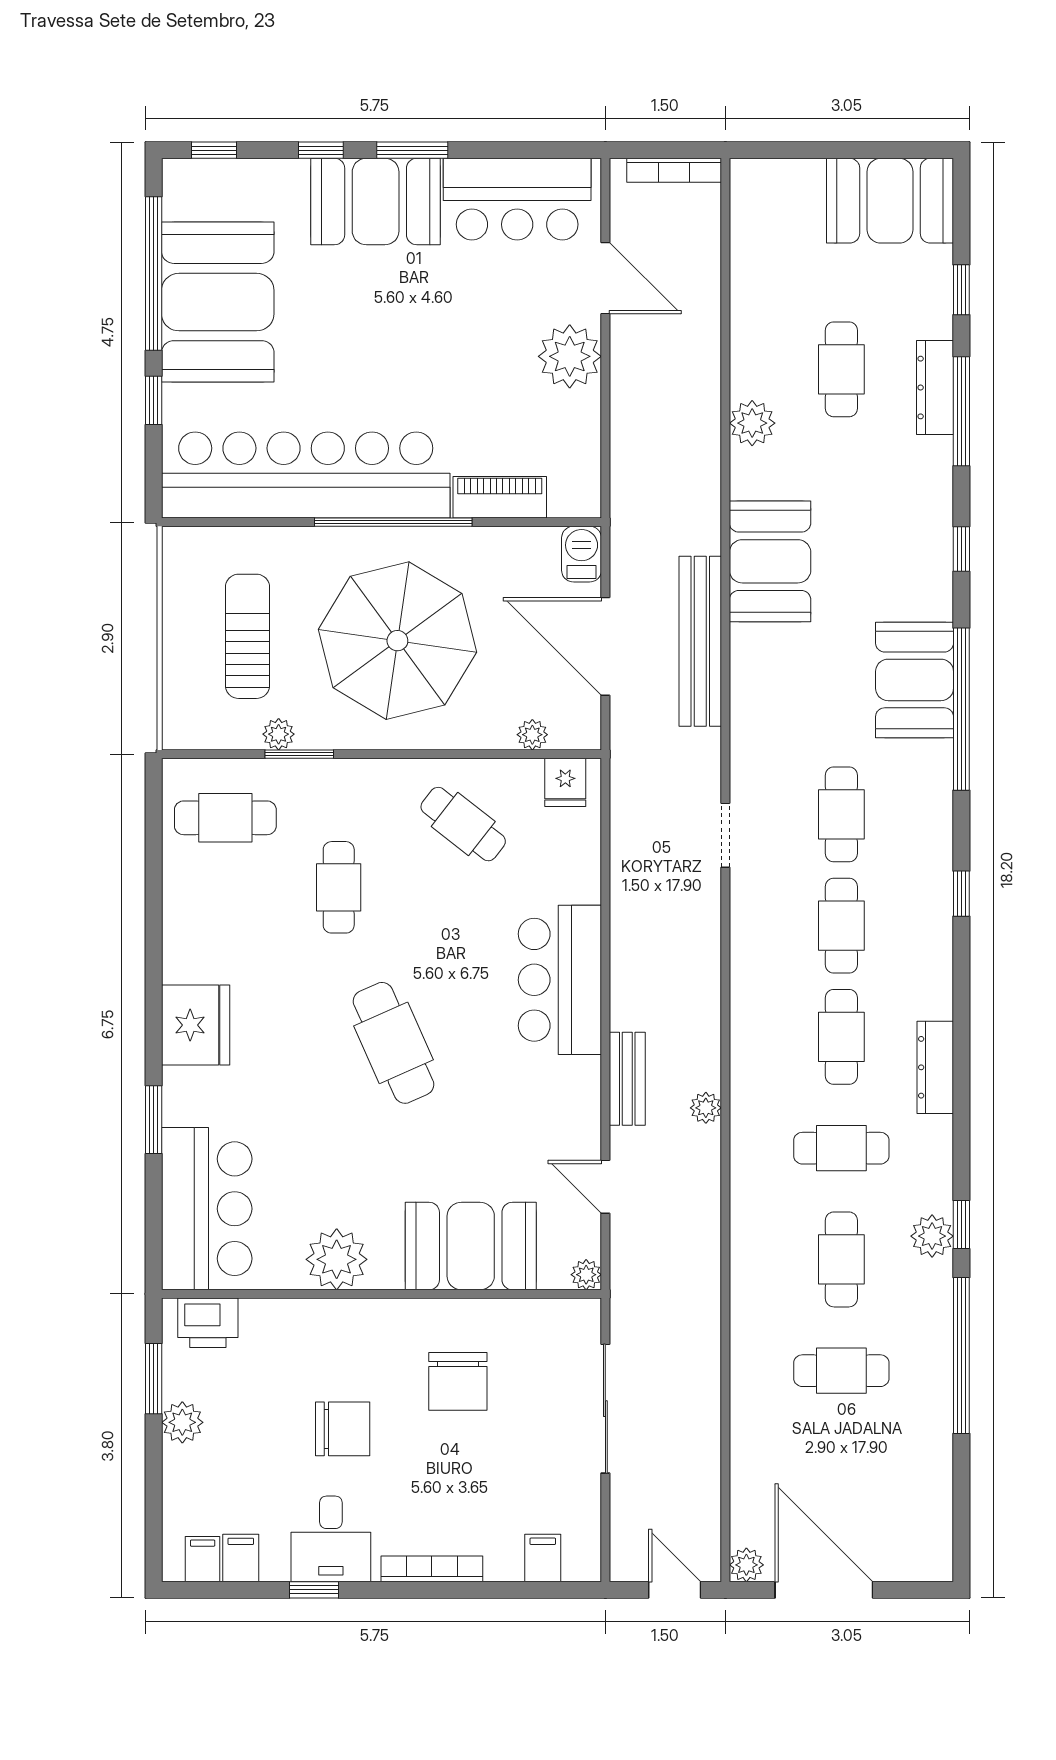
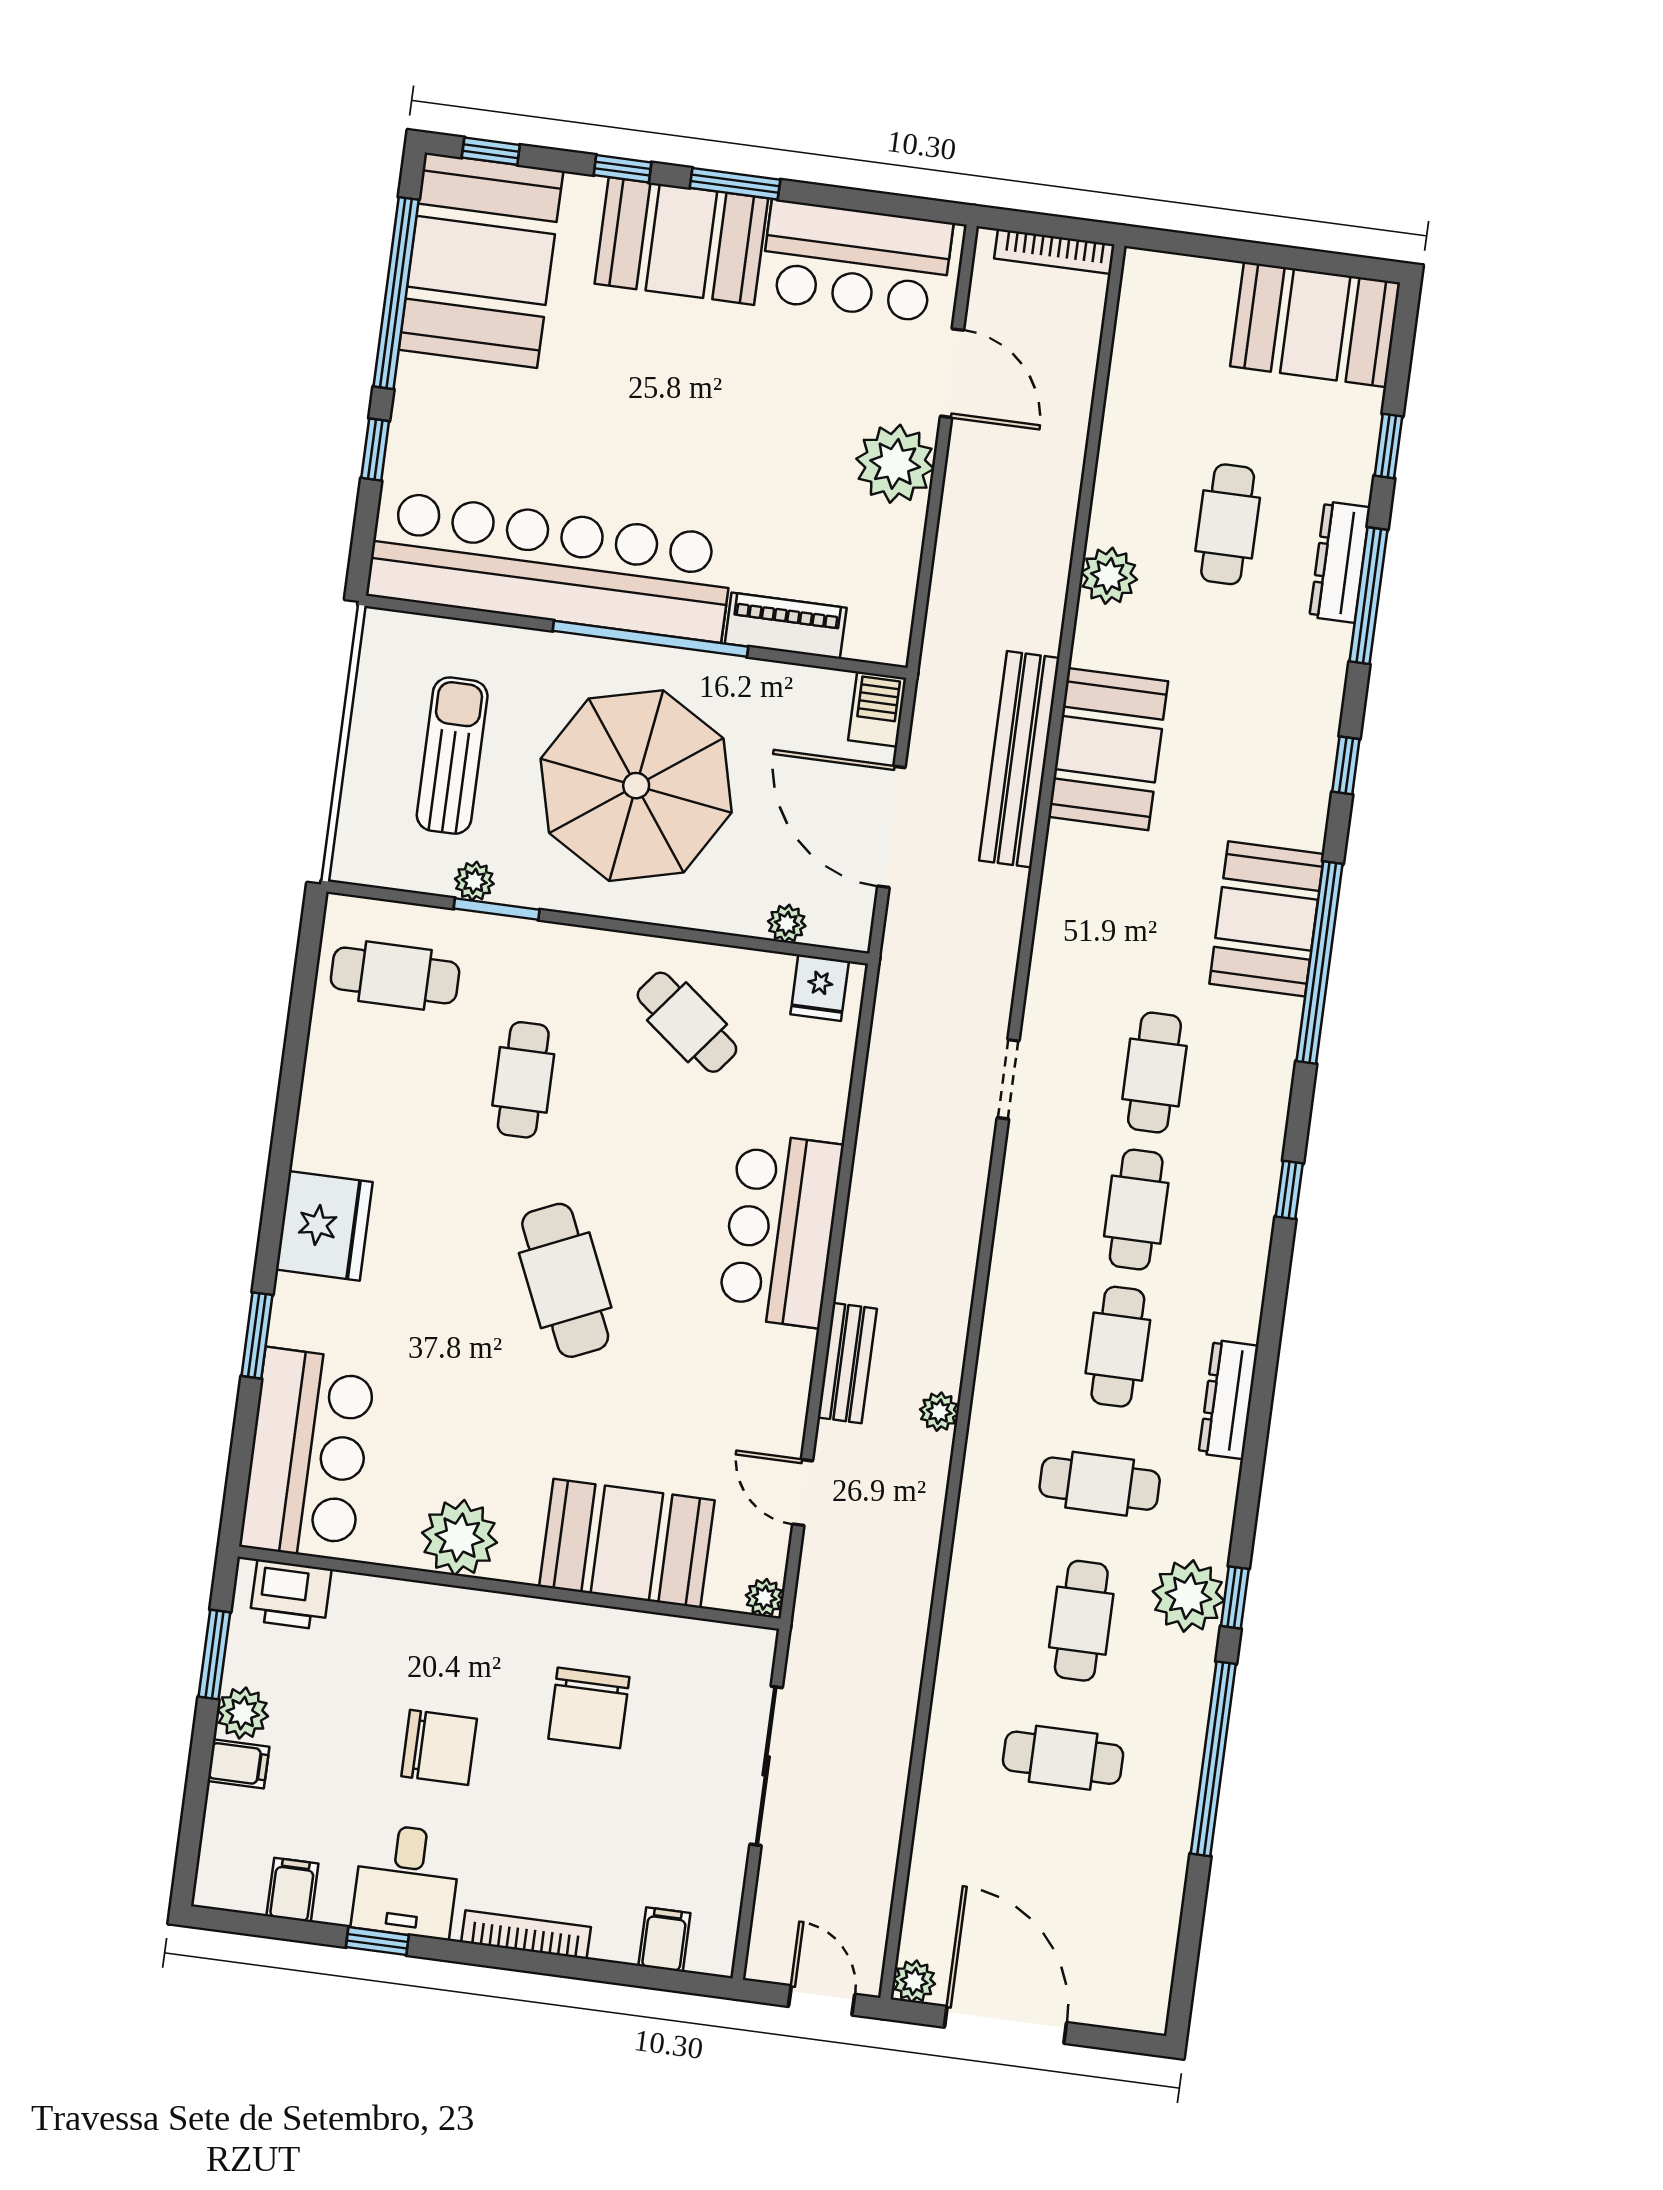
booth: (218, 302) -> (481, 260), moved
bench: (700, 641) -> (1019, 759), moved
plant: (932, 1236) -> (1188, 1596), width x1.36, depth x1.36
filing cabinet: (203, 1559) -> (238, 1764), moved, turned 90

